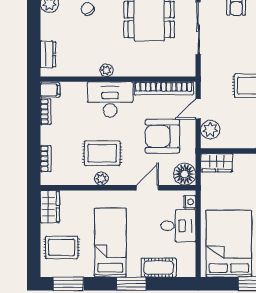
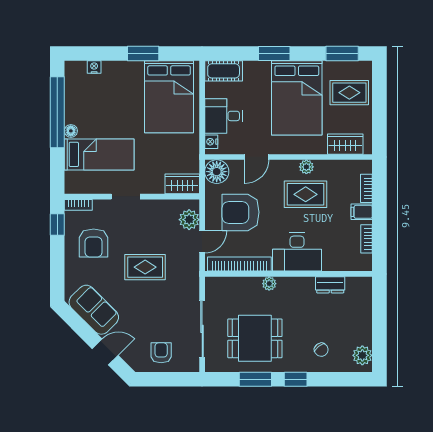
dresser: (48, 54) -> (330, 285), moved, turned -90
plant: (107, 70) -> (269, 284), moved
filing cabinet: (50, 90) -> (362, 212), moved
armchair: (162, 136) -> (241, 212), turned 180
wardrobe: (50, 207) -> (345, 144), moved, turned 90
bed: (110, 243) -> (297, 98), width x1.50
cot: (159, 268) -> (224, 71), moved

